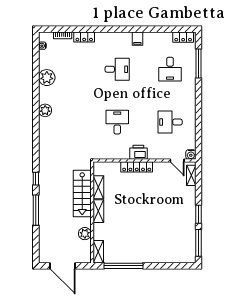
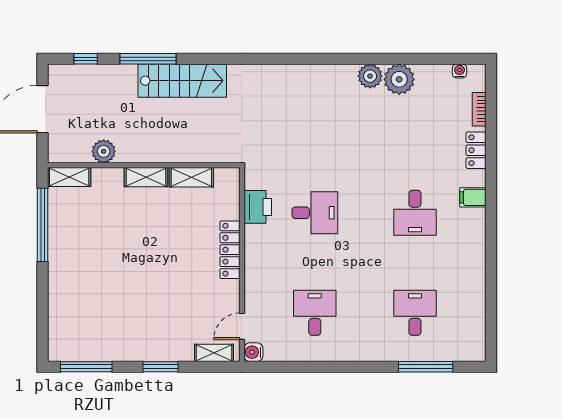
locker: (183, 37) -> (476, 338), removed
filing cabinet: (137, 39) -> (473, 197), moved
desk: (170, 69) -> (415, 313), turned 90
plant: (45, 110) -> (370, 76), moved
printer: (138, 152) -> (258, 207), moved
window: (36, 179) -> (86, 59), moved
stairs: (82, 193) -> (182, 81), moved, turned 180
window: (199, 214) -> (160, 367), moved

